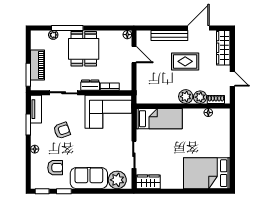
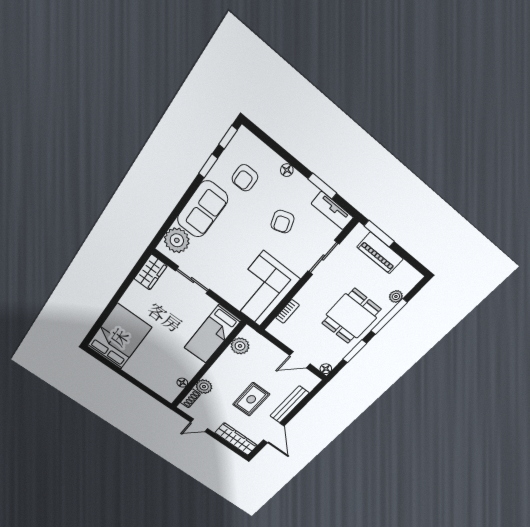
window: (103, 28) -> (355, 351), added
dining table: (84, 49) -> (351, 316), turned 90
dresser: (90, 85) -> (307, 293), removed
plant: (186, 97) -> (240, 346), moved

